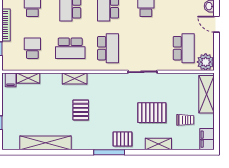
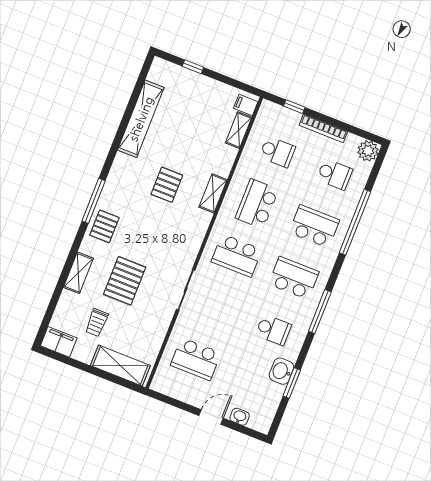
plant: (206, 62) -> (165, 382), removed
pallet: (81, 110) -> (167, 185), turned 90

